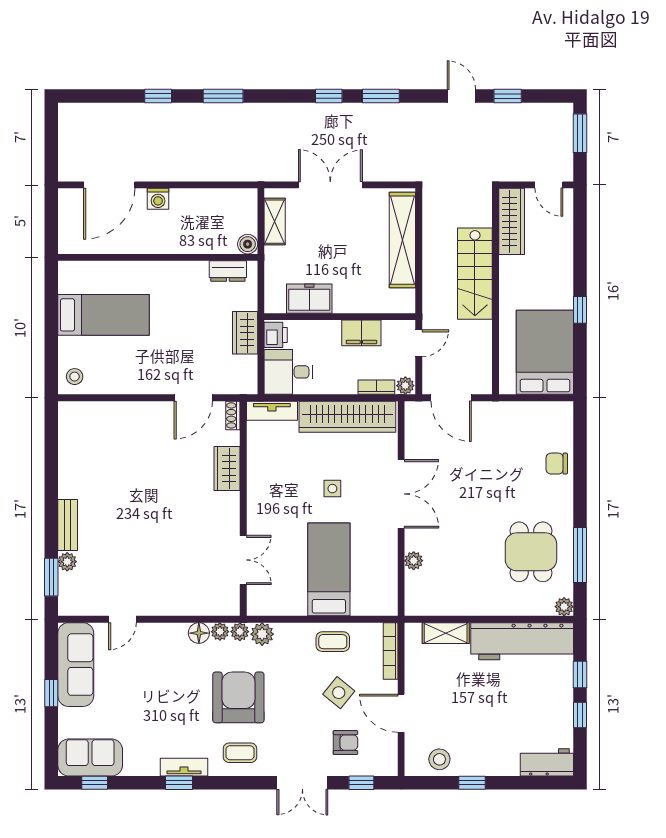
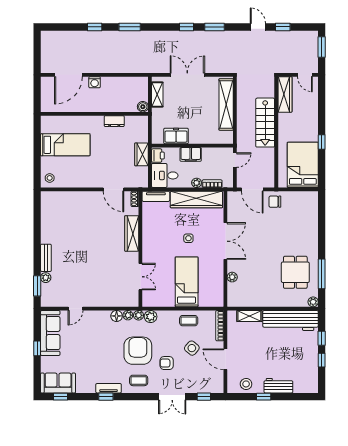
dresser: (228, 271) -> (114, 121), moved
filing cabinet: (361, 333) -> (191, 154), moved
plant: (405, 386) -> (197, 183), moved
door: (193, 398) -> (113, 189), hinge flipped
chair: (557, 464) -> (275, 202), moved
wardrobe: (227, 468) -> (132, 233), width x1.50
armchair: (345, 743) -> (167, 363), moved, turned 180
workbench: (547, 762) -> (278, 386), moved

